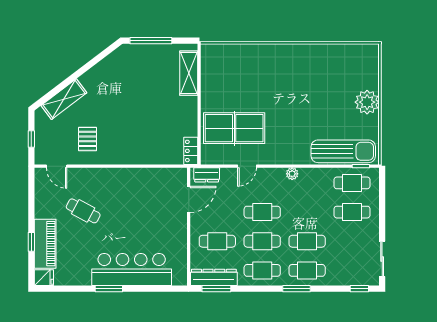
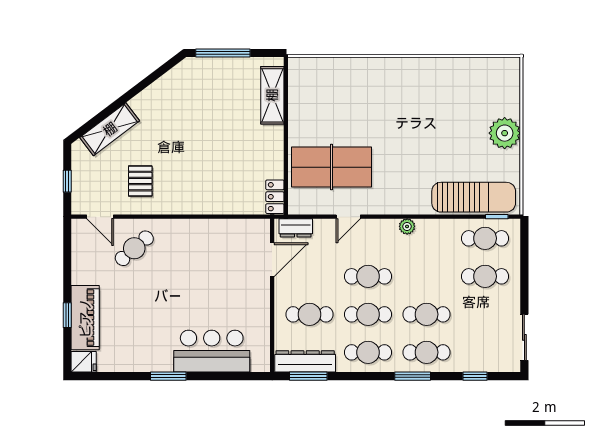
cafe table: (83, 211) -> (134, 248), moved, turned -69
bar counter: (132, 269) -> (212, 351), width x0.73
window: (359, 289) -> (475, 376), moved

